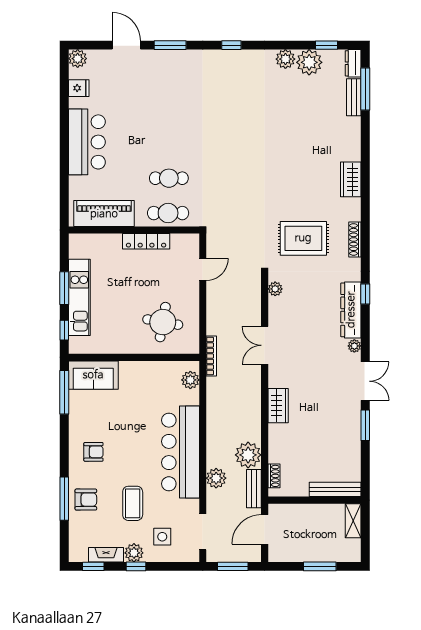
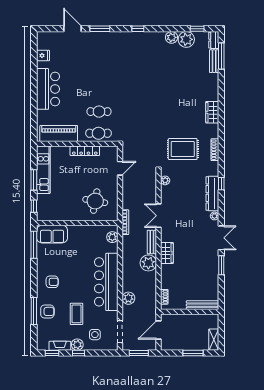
plant: (78, 59) -> (42, 37), removed
kitchen unit: (79, 297) -> (43, 170), moved
plant: (248, 455) -> (148, 263), moved
bench: (254, 489) -> (152, 242), moved
shelving: (353, 521) -> (214, 340), moved

